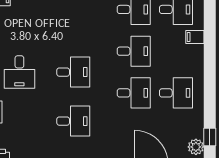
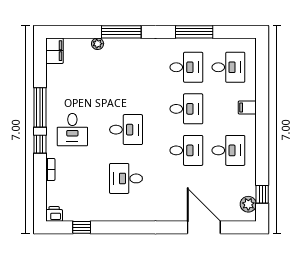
filing cabinet: (195, 37) -> (247, 107), moved
desk: (73, 121) -> (126, 178), turned 180

